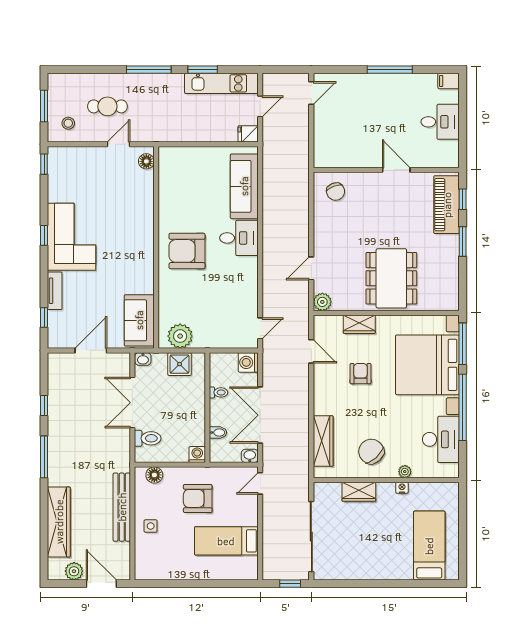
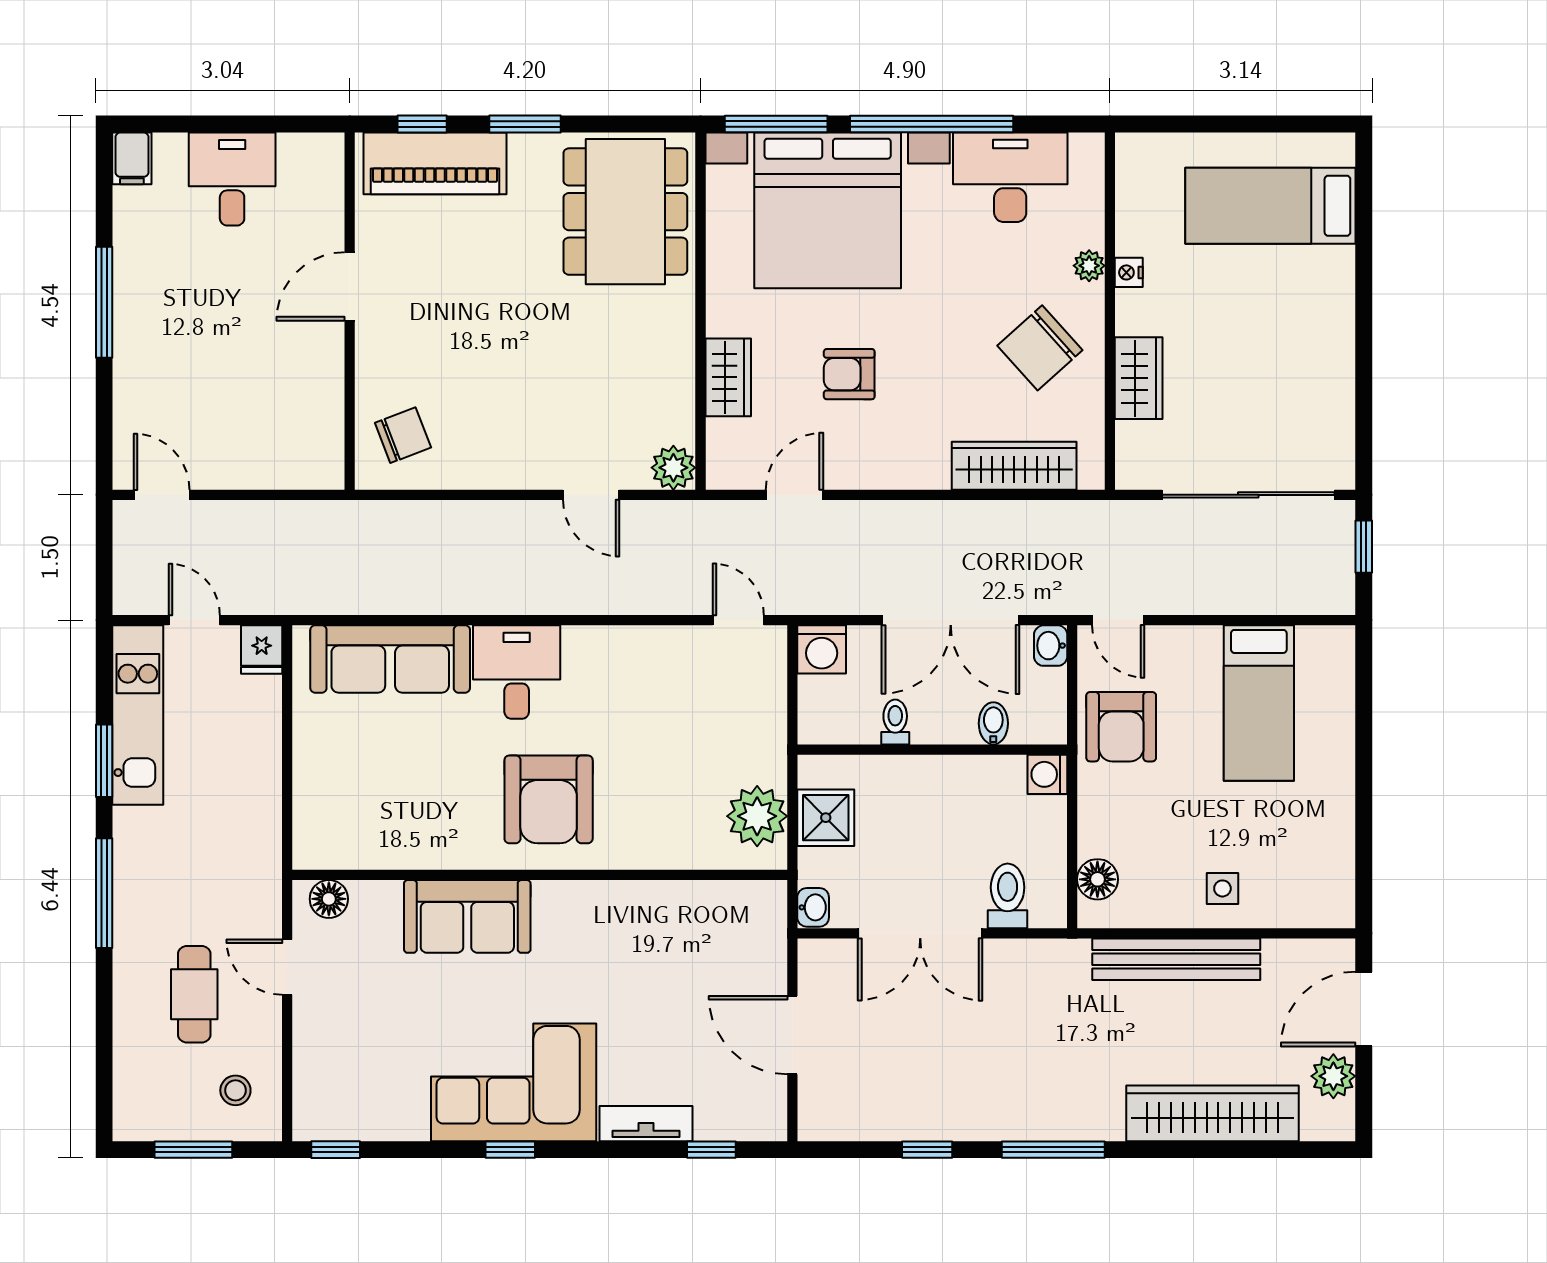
dining table: (391, 278) -> (625, 212), moved, turned 90
sofa: (139, 320) -> (467, 916), moved
armchair: (198, 498) -> (1121, 727), moved

